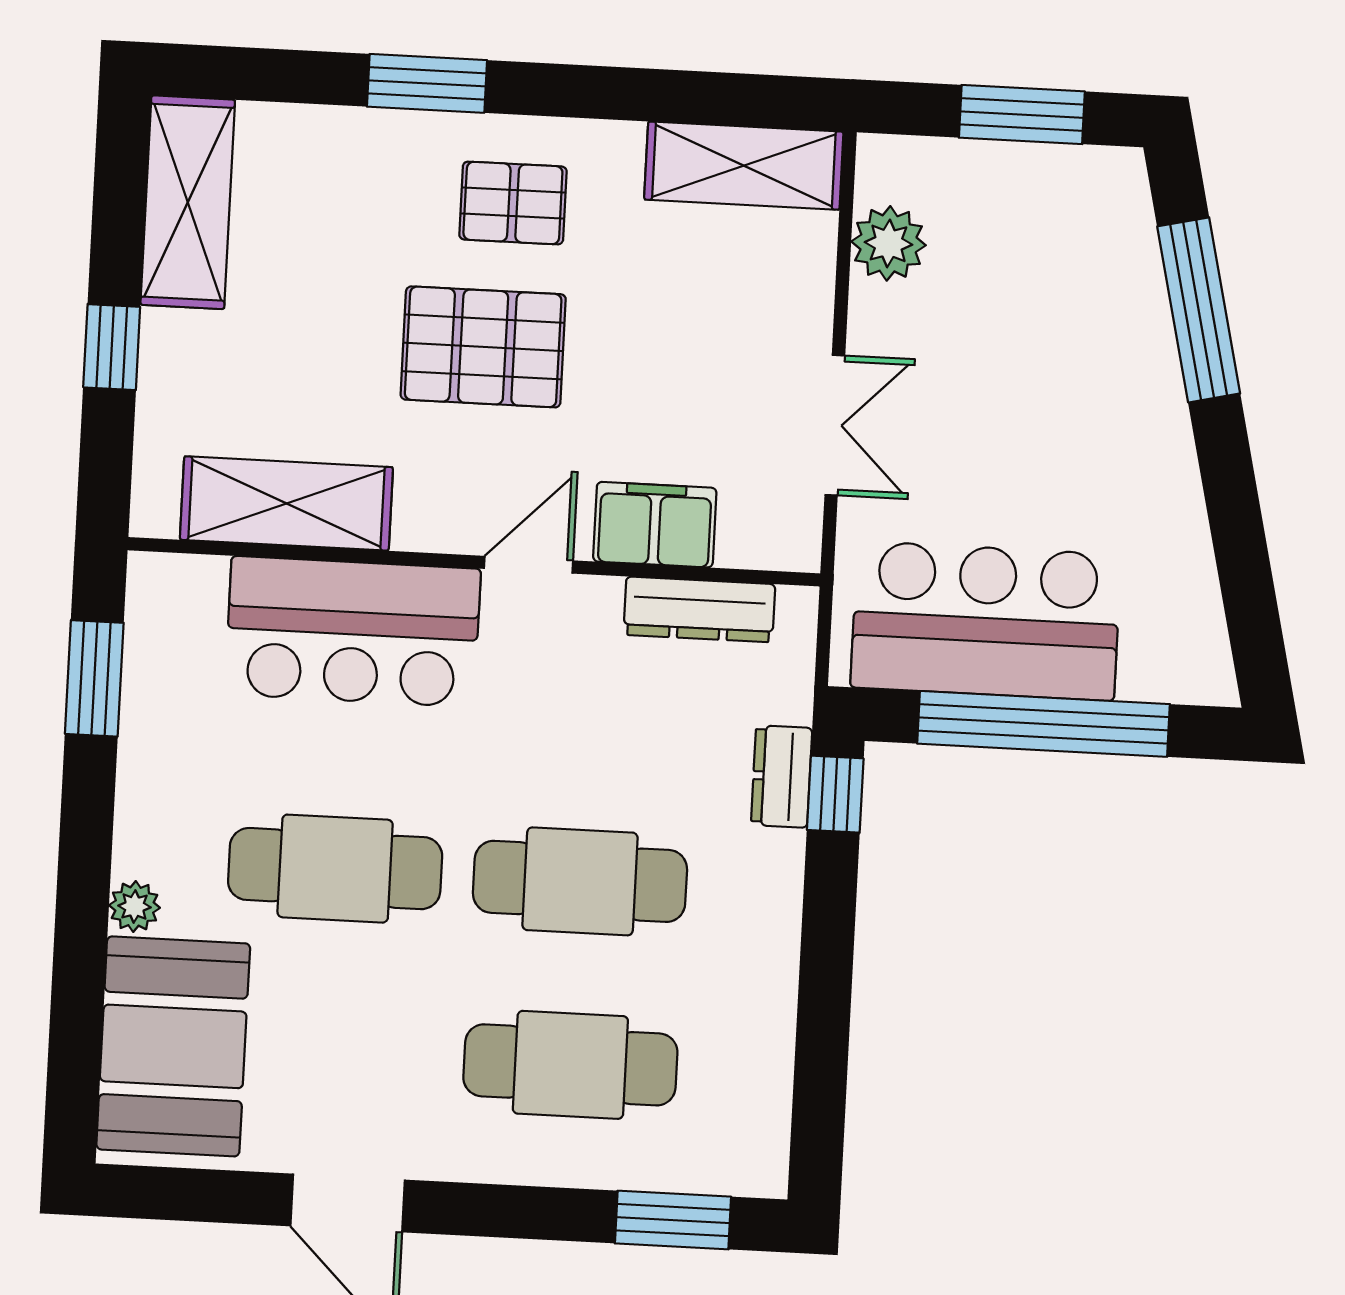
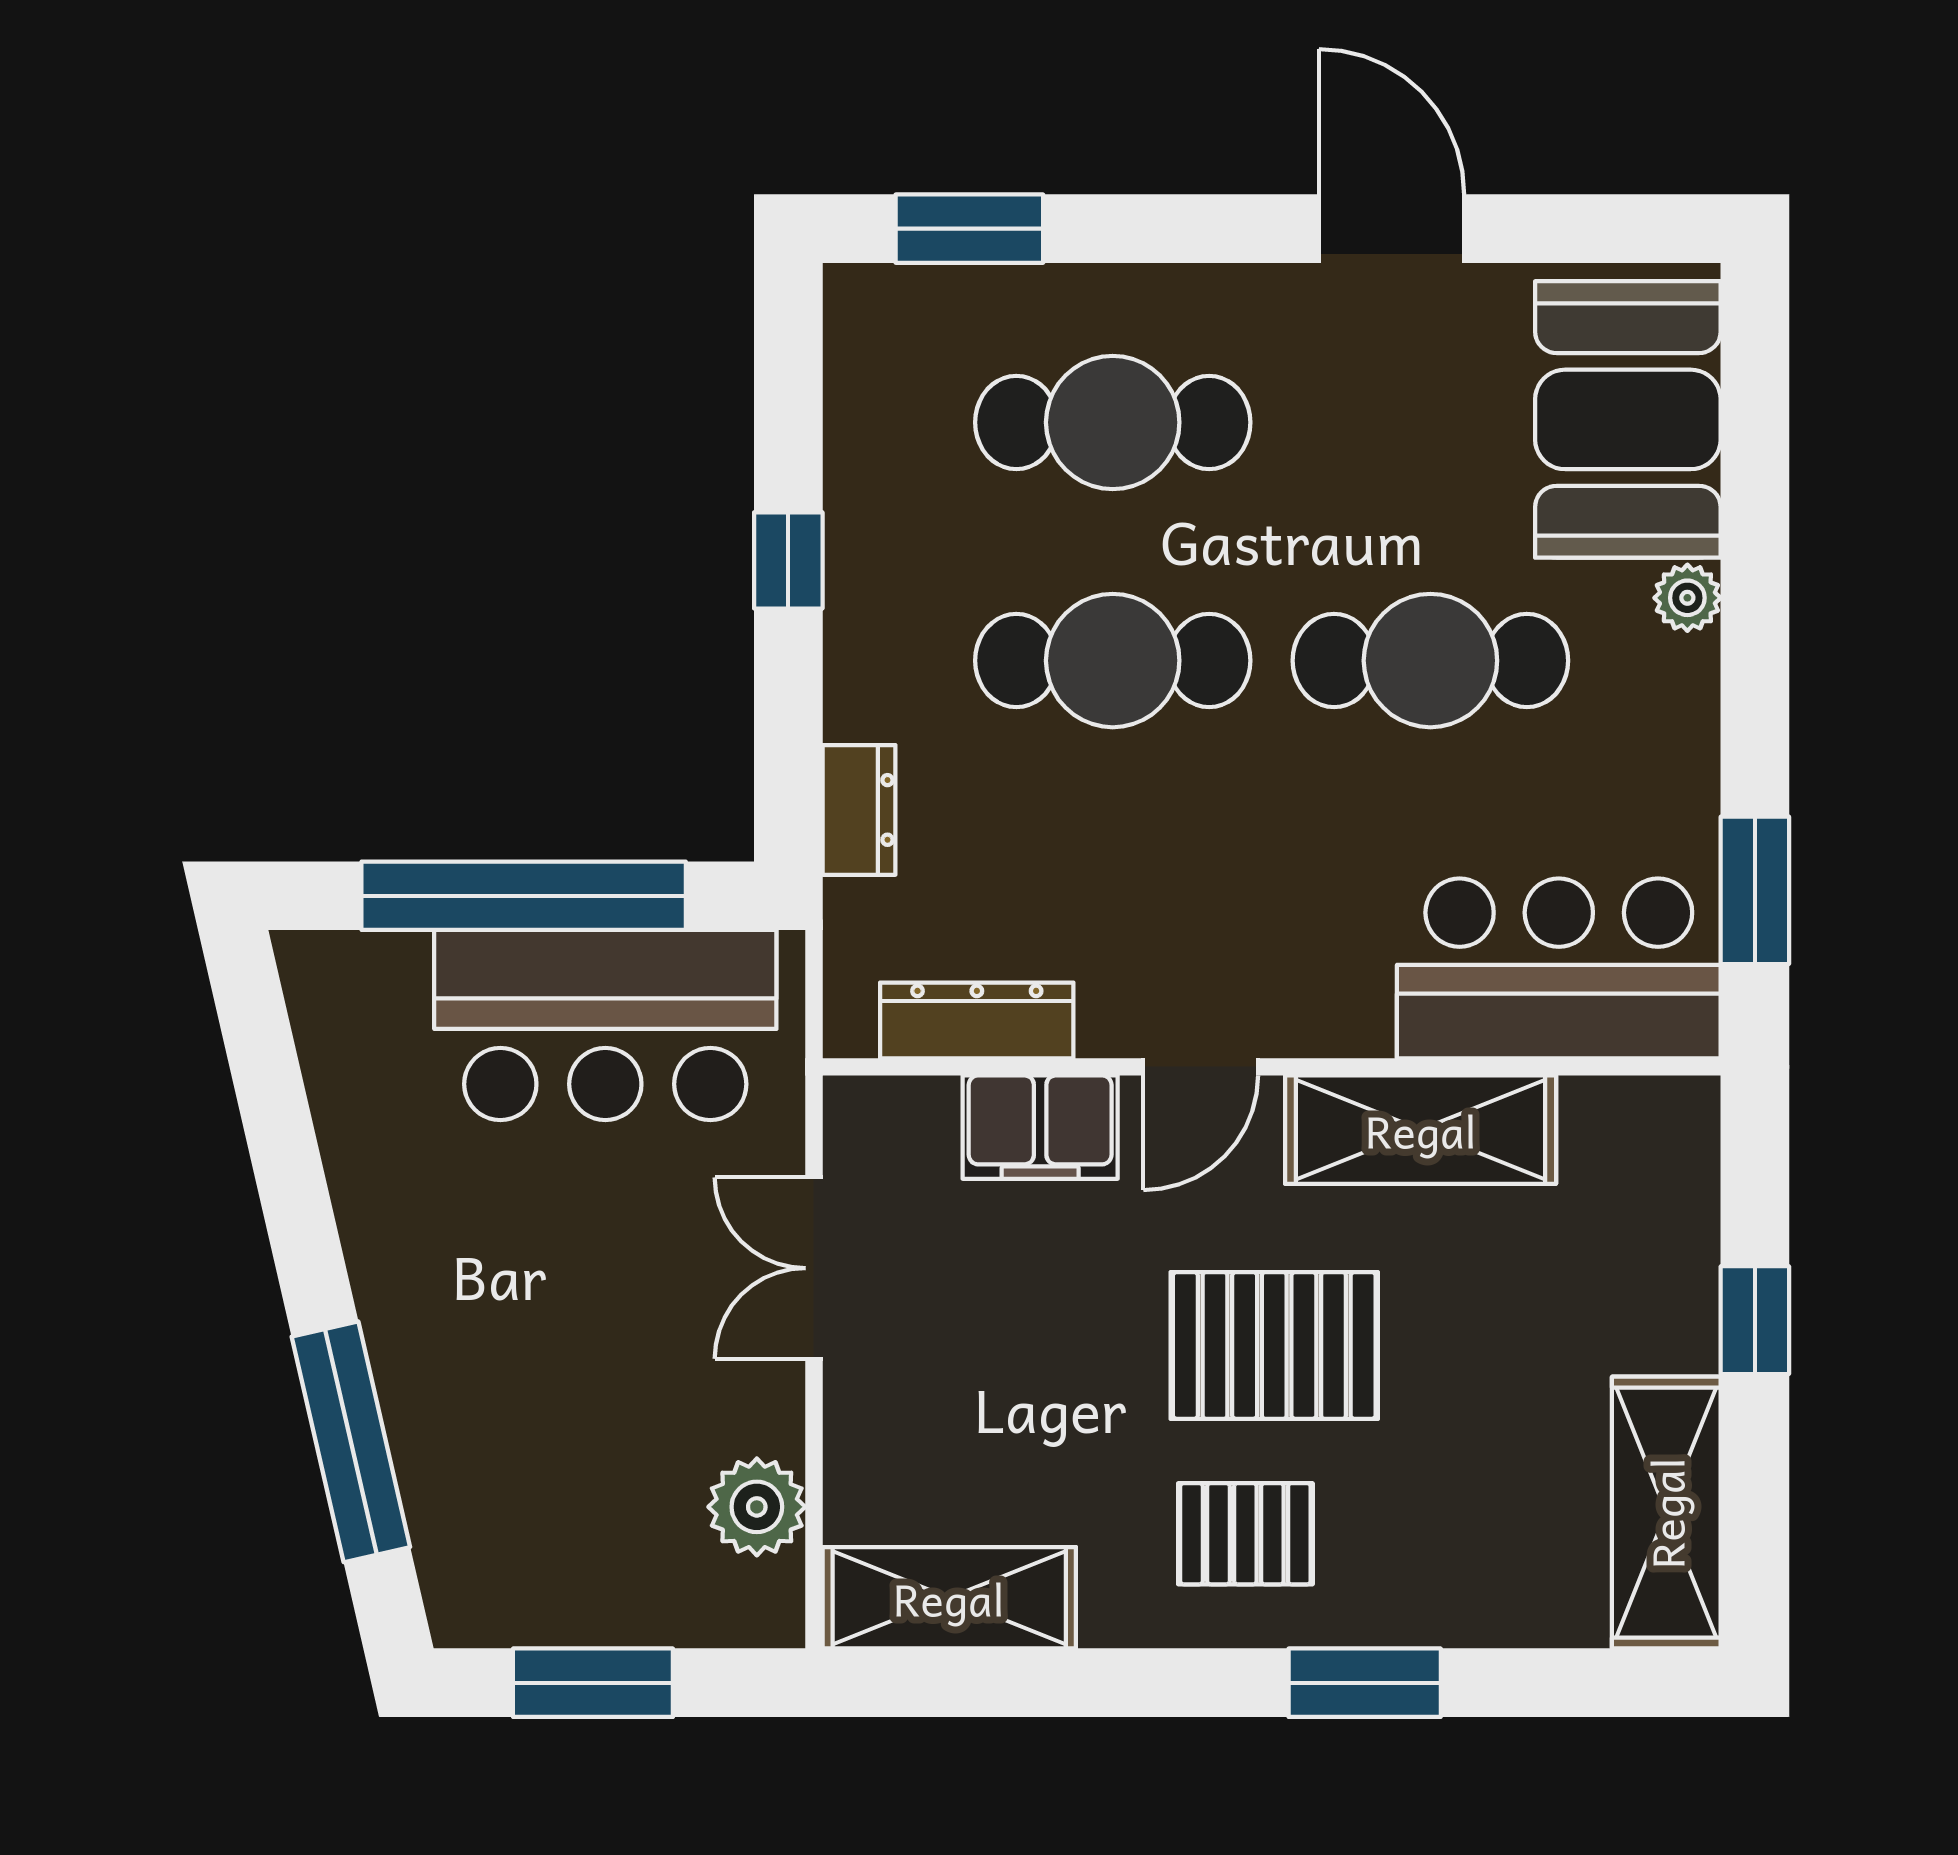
shelving: (286, 503) -> (1421, 1130), moved
bar counter: (353, 632) -> (1559, 968), moved
window: (835, 794) -> (788, 560), moved

